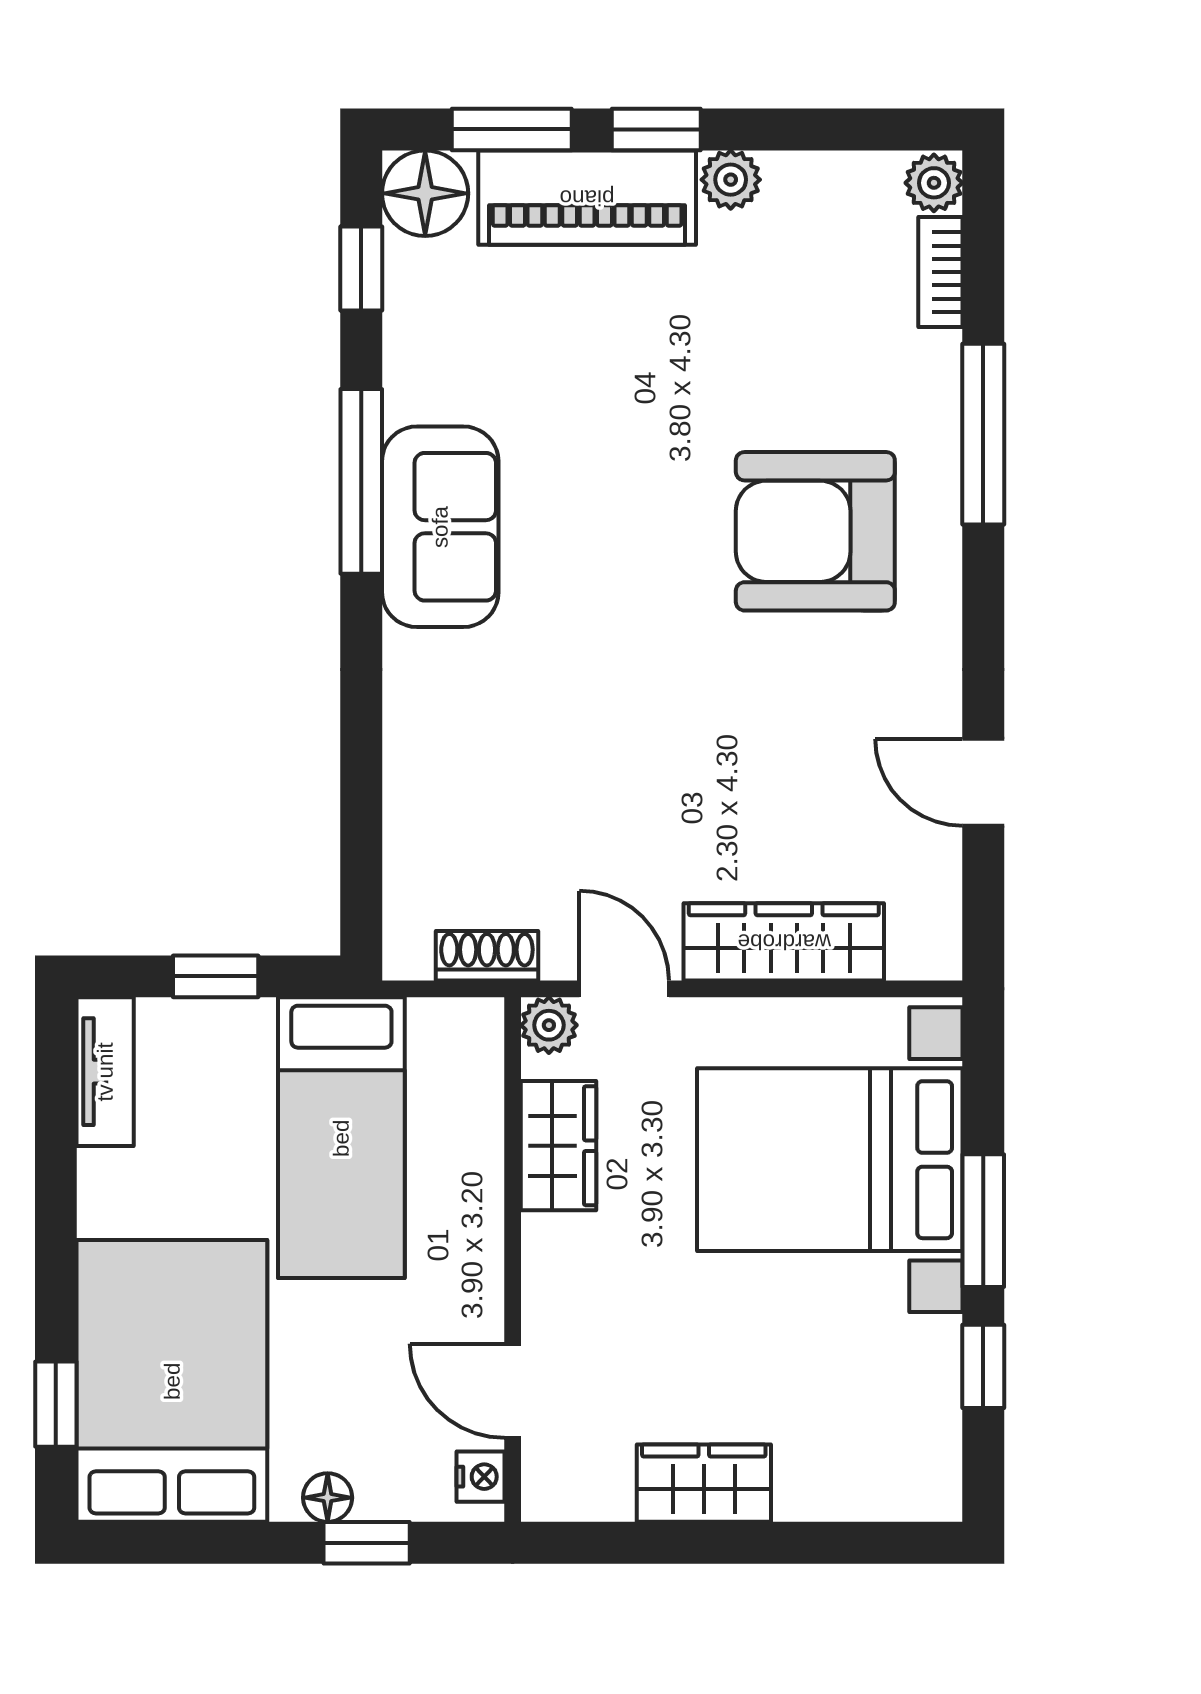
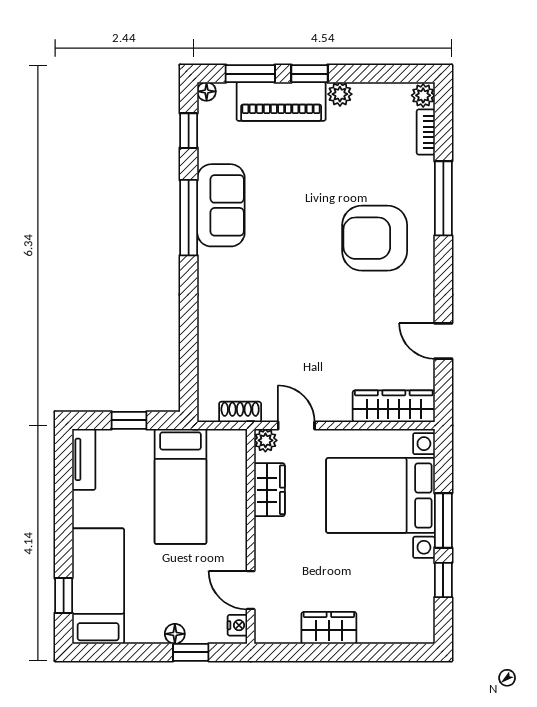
floor lamp: (425, 193) -> (207, 91), width x0.53, depth x0.53
sofa: (440, 527) -> (221, 205), moved
wardrobe: (784, 942) -> (394, 406), moved
bed: (172, 1381) -> (98, 586), width x0.67

